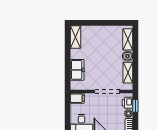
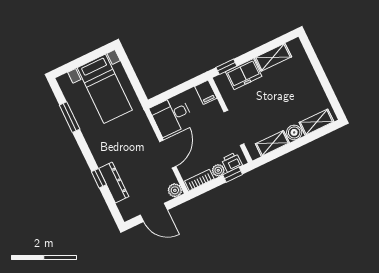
shelving: (76, 37) -> (273, 57), moved
window: (68, 78) -> (226, 67), added

